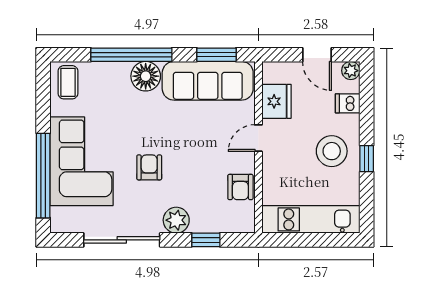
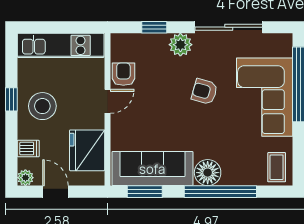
fridge: (276, 101) -> (87, 150), width x1.36, depth x1.34
door: (258, 138) -> (107, 101), moved
armchair: (149, 167) -> (204, 92), turned 106

